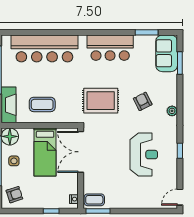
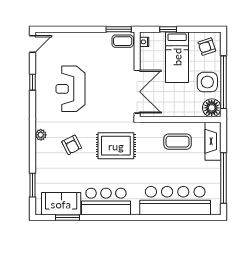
sofa: (167, 53) -> (61, 204), moved, turned -90
window: (180, 151) -> (33, 82), moved
bed: (45, 152) -> (177, 57), moved, turned 180
side table: (14, 161) -> (207, 82), width x1.87, depth x1.87

